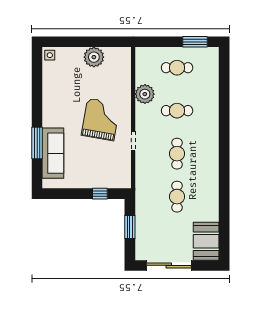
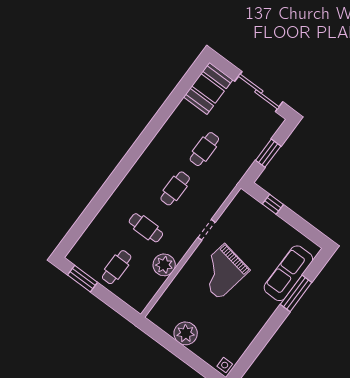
cafe table: (177, 68) -> (117, 267), turned 90

